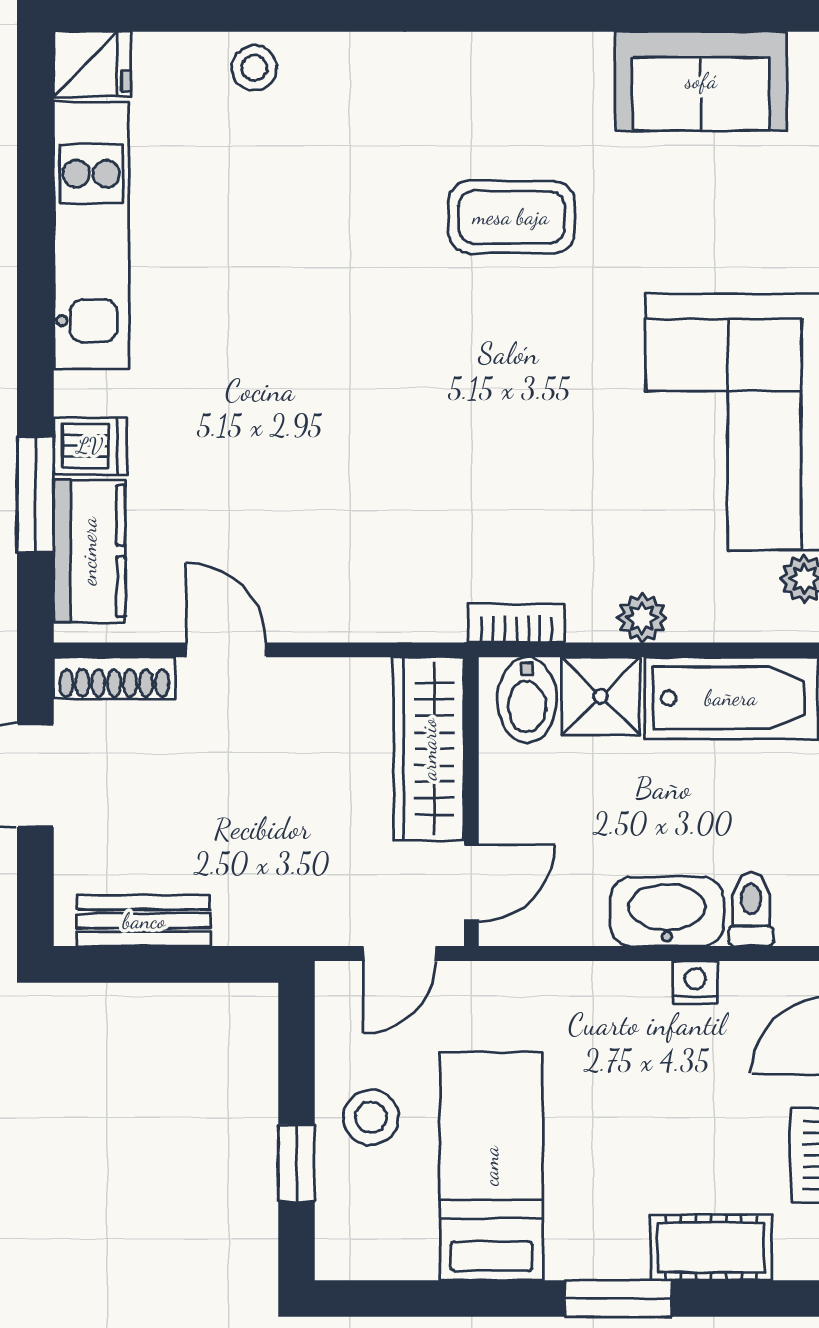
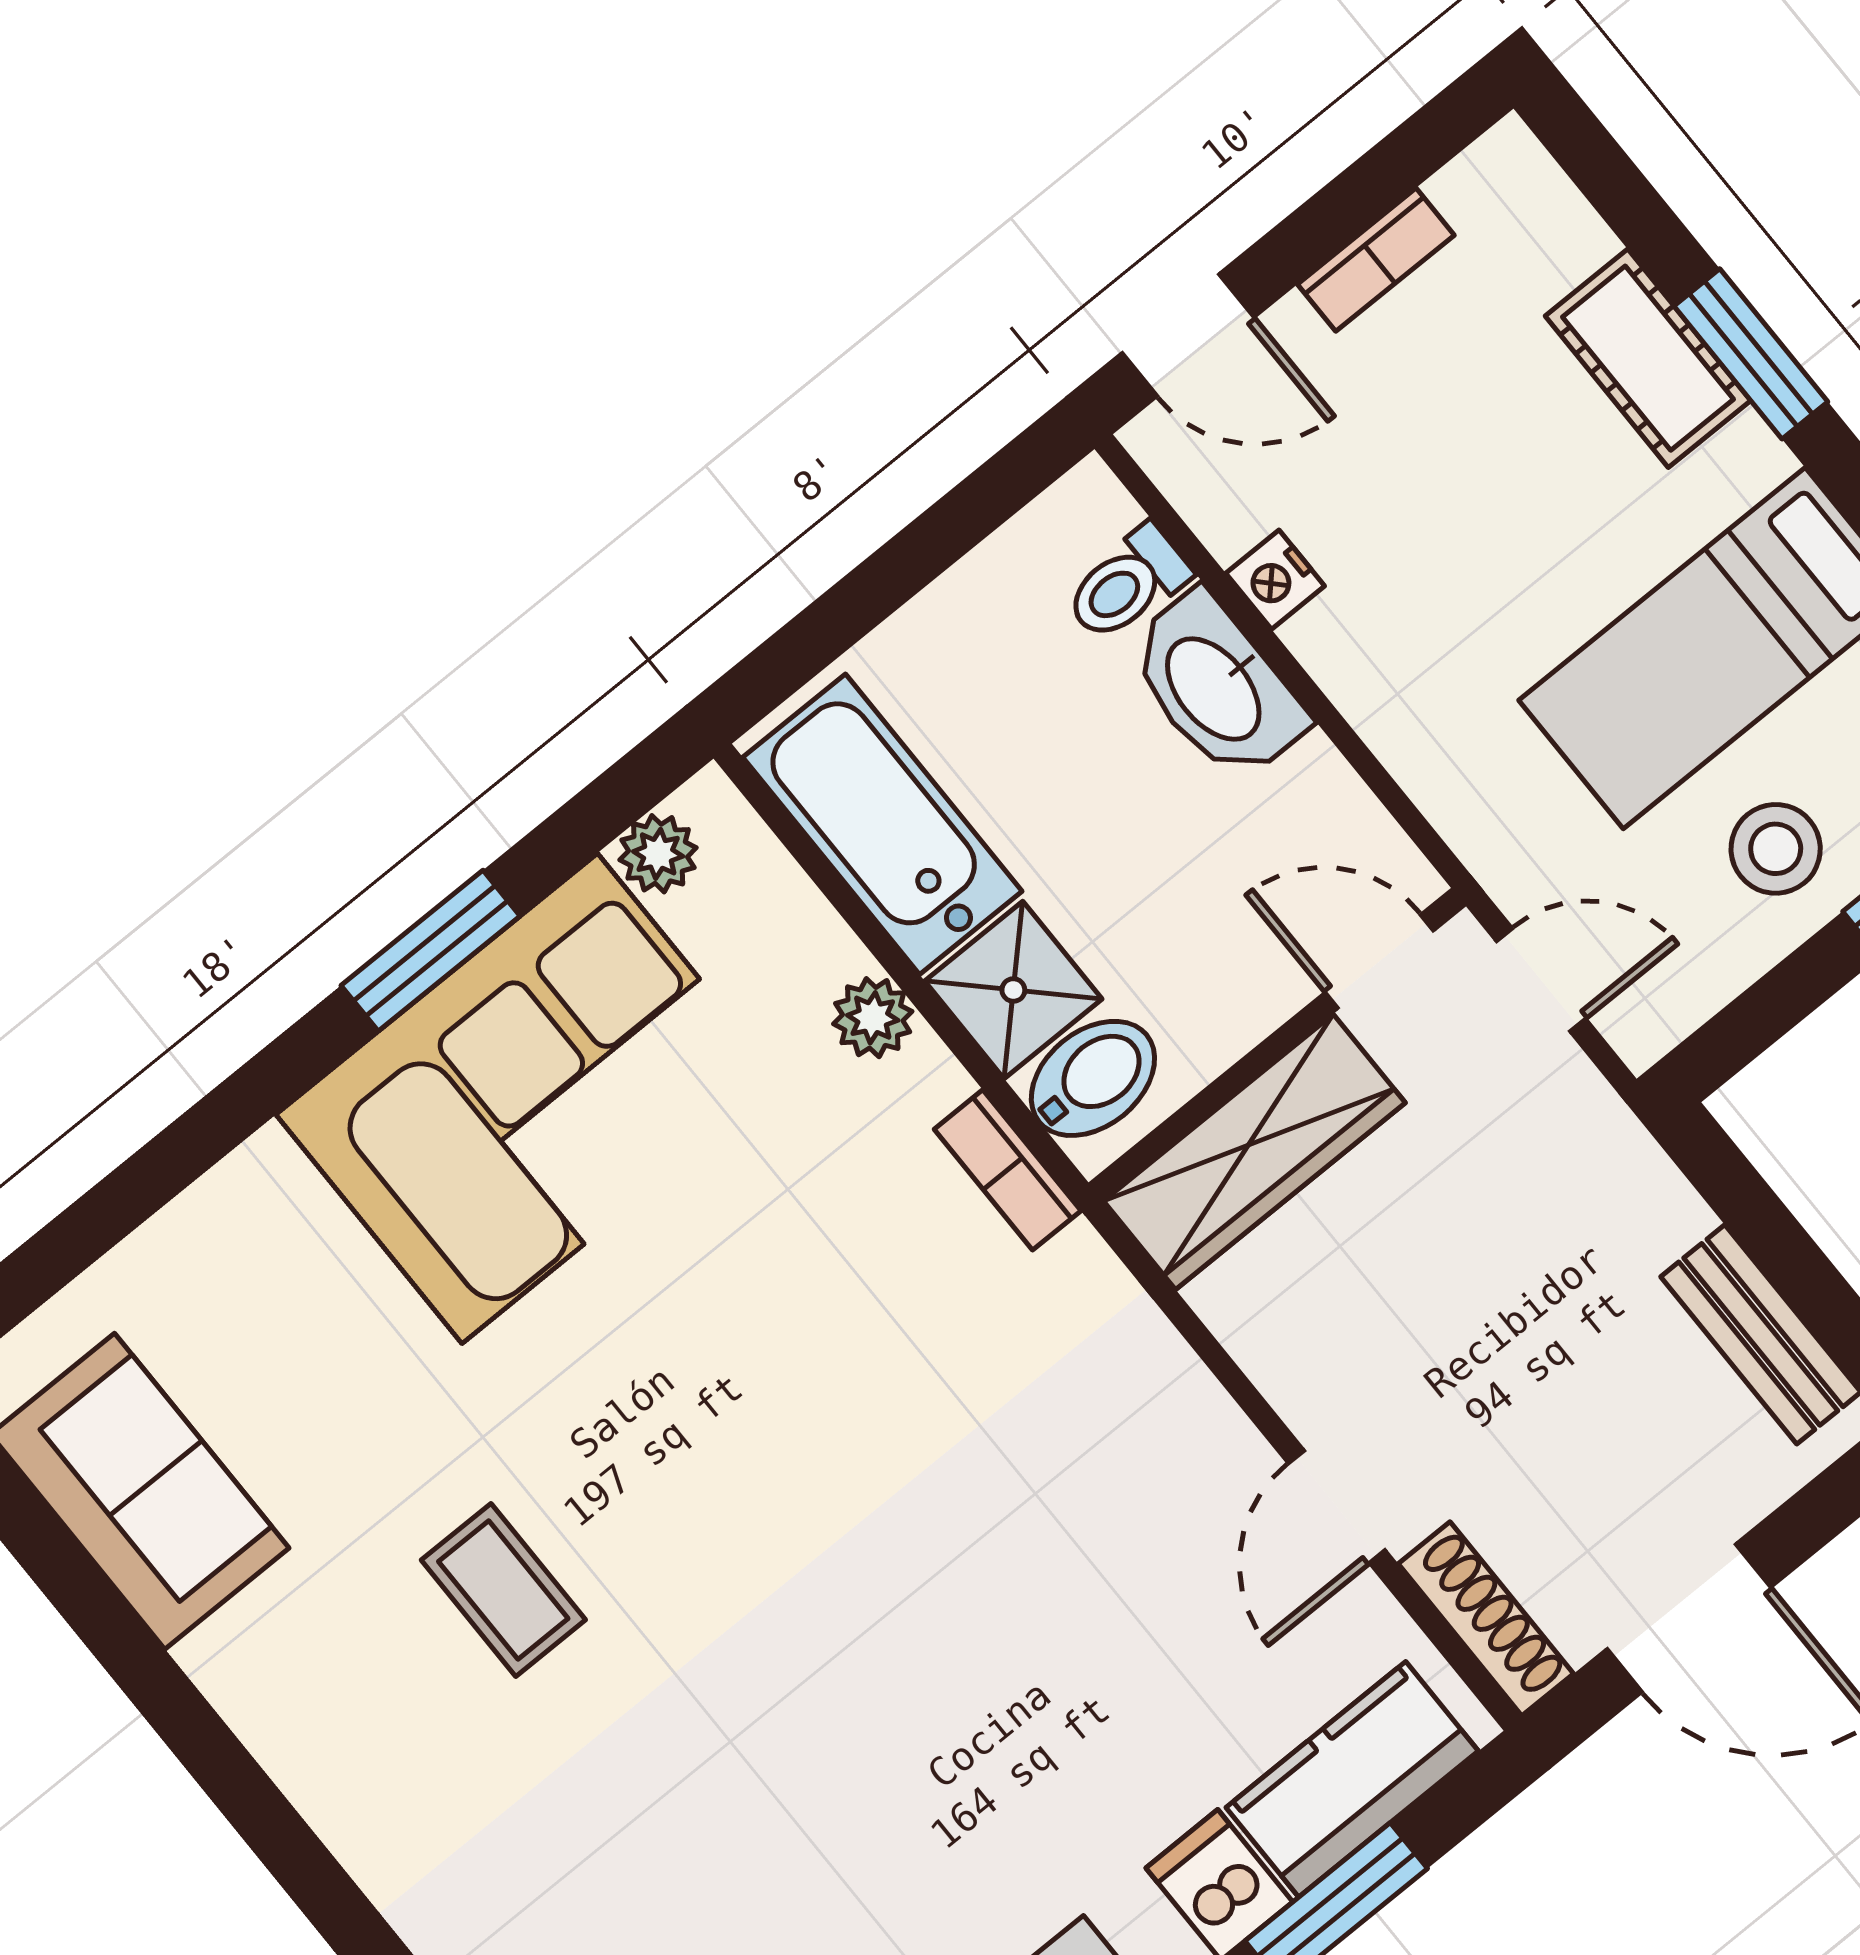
coffee table: (511, 217) -> (503, 1590), width x0.73, depth x0.77
cot: (711, 1247) -> (1648, 358), moved

